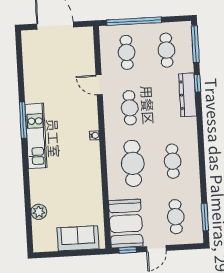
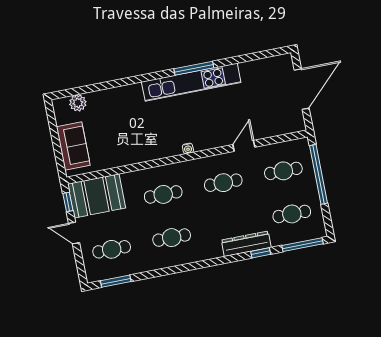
kitchen unit: (36, 136) -> (191, 82), width x1.36
cafe table: (133, 163) -> (163, 194), width x0.73, depth x0.74
plant: (39, 212) -> (78, 103), moved

